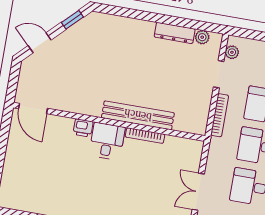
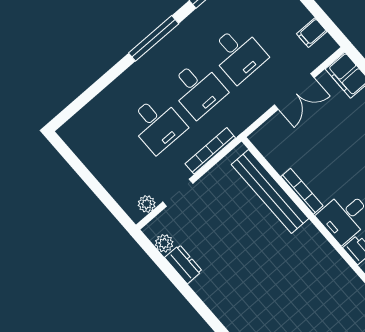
dresser: (175, 33) -> (183, 264), width x0.70
bench: (138, 115) -> (270, 191), moved

